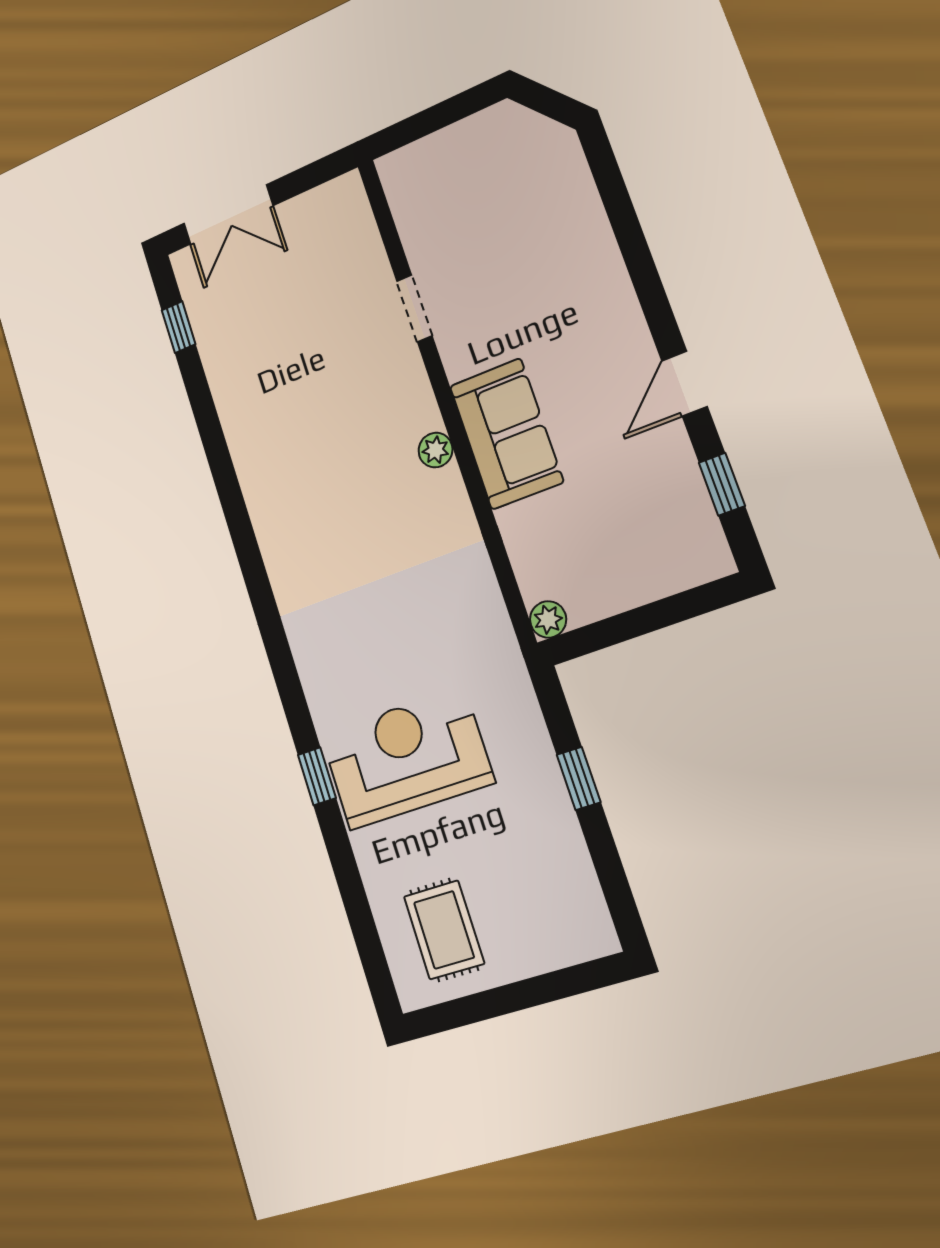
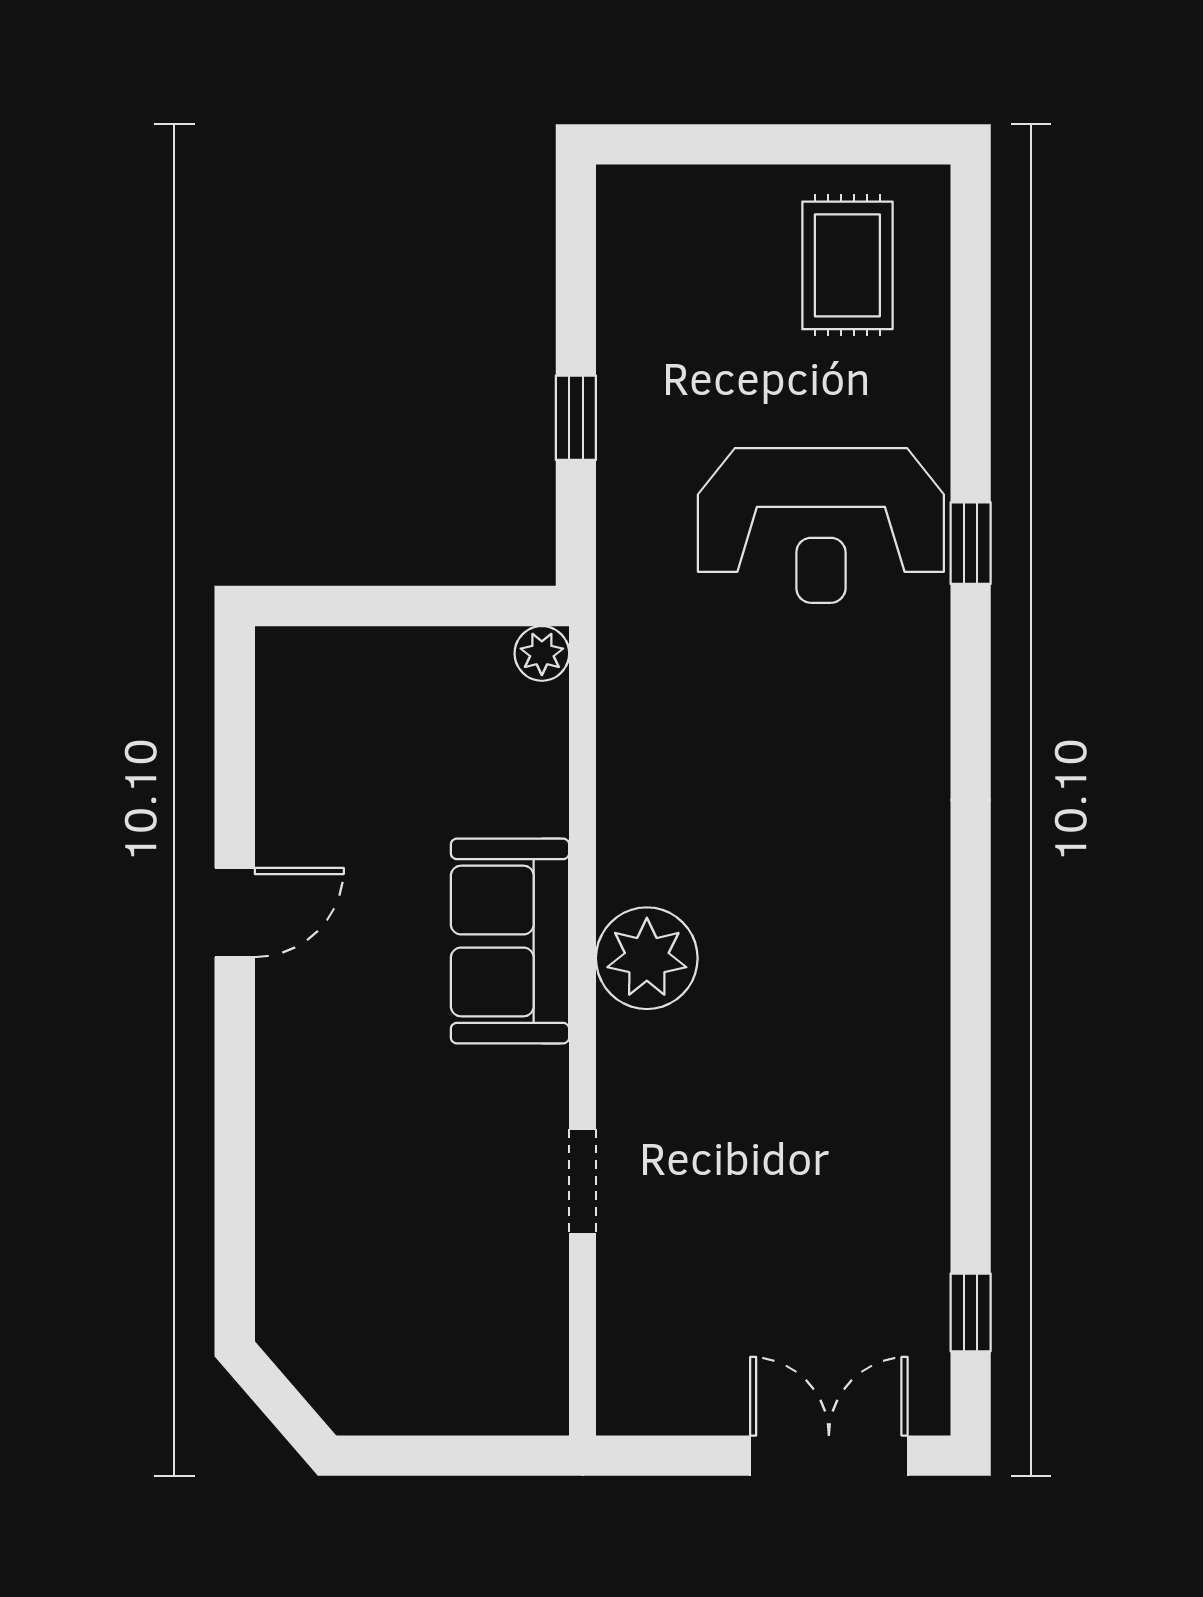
plant: (436, 450) -> (647, 958), width x1.88, depth x1.88
window: (722, 484) -> (235, 754), removed

